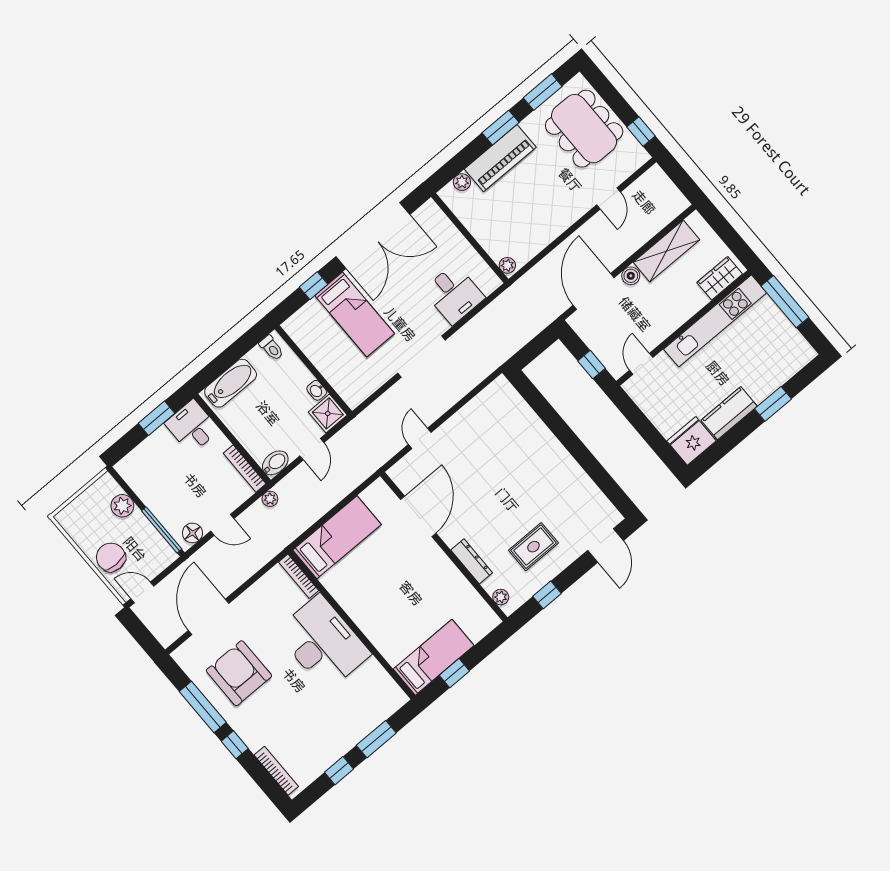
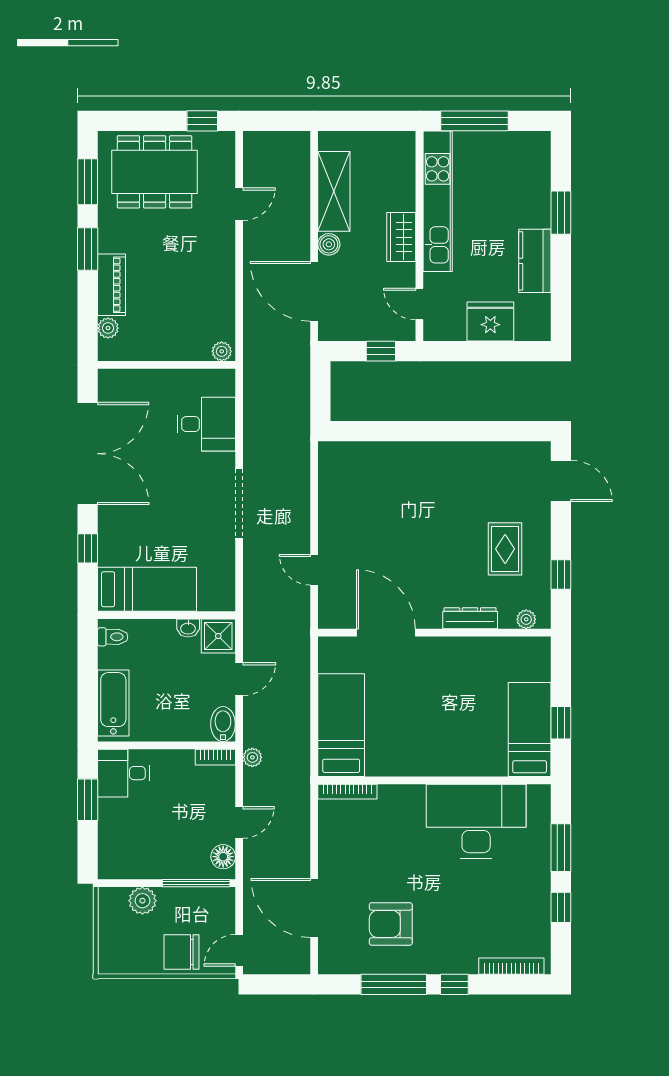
piano: (500, 158) -> (111, 285), width x0.73, depth x0.75
door: (608, 199) -> (239, 204), hinge flipped
wardrobe: (720, 278) -> (401, 237), moved
bed: (355, 314) -> (147, 589), moved
fridge: (692, 441) -> (490, 321), moved, turned 90
door: (312, 449) -> (239, 679), hinge flipped
bookcase: (245, 469) -> (215, 757), width x0.64
desk: (323, 643) -> (476, 821), moved
armchair: (239, 673) -> (391, 924), width x0.73, depth x0.73

